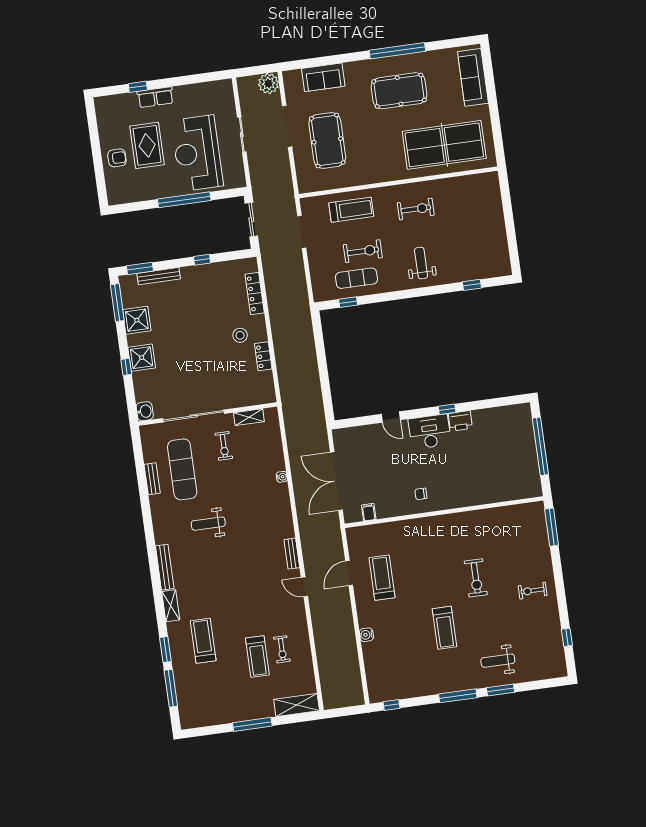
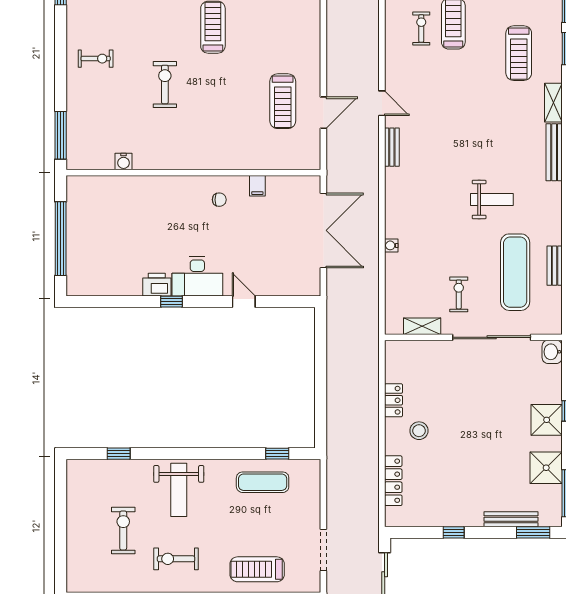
exercise bike: (363, 251) -> (123, 530), moved, turned 90
weight bench: (421, 263) -> (179, 490), width x1.36, depth x1.33
filing cabinet: (369, 512) -> (257, 186), moved
water cooler: (366, 635) -> (124, 162), moved, turned 90

